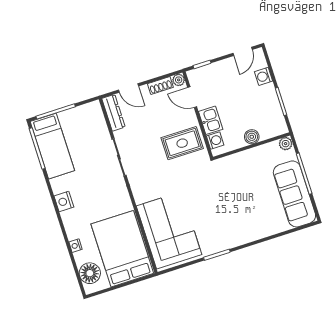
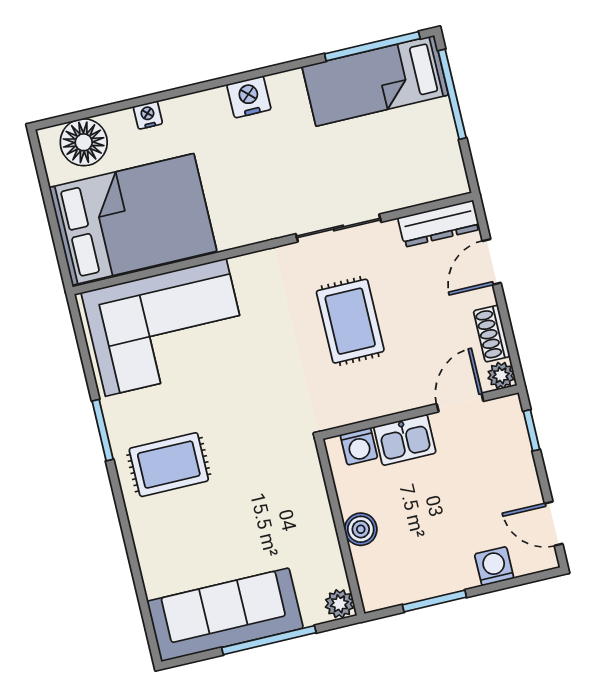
rug: (182, 143) -> (350, 321), moved
rug: (230, 224) -> (169, 465), added

